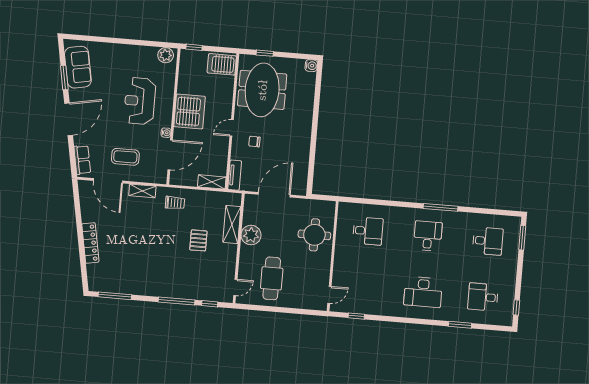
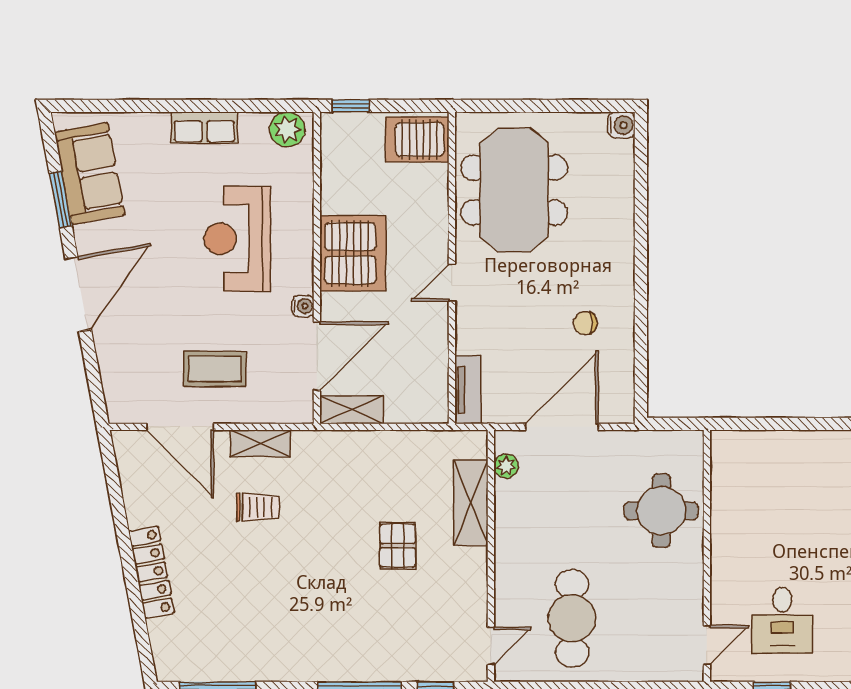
window: (265, 53) -> (513, 106), removed
chair: (254, 142) -> (585, 323), moved
row of seats: (82, 160) -> (204, 128), moved, turned 101
shelving: (212, 182) -> (351, 410), moved
trolley: (175, 203) -> (258, 507), moved
desk: (368, 231) -> (782, 620), moved, turned 90
plant: (251, 235) -> (506, 466), moved, width x0.53, depth x0.53

